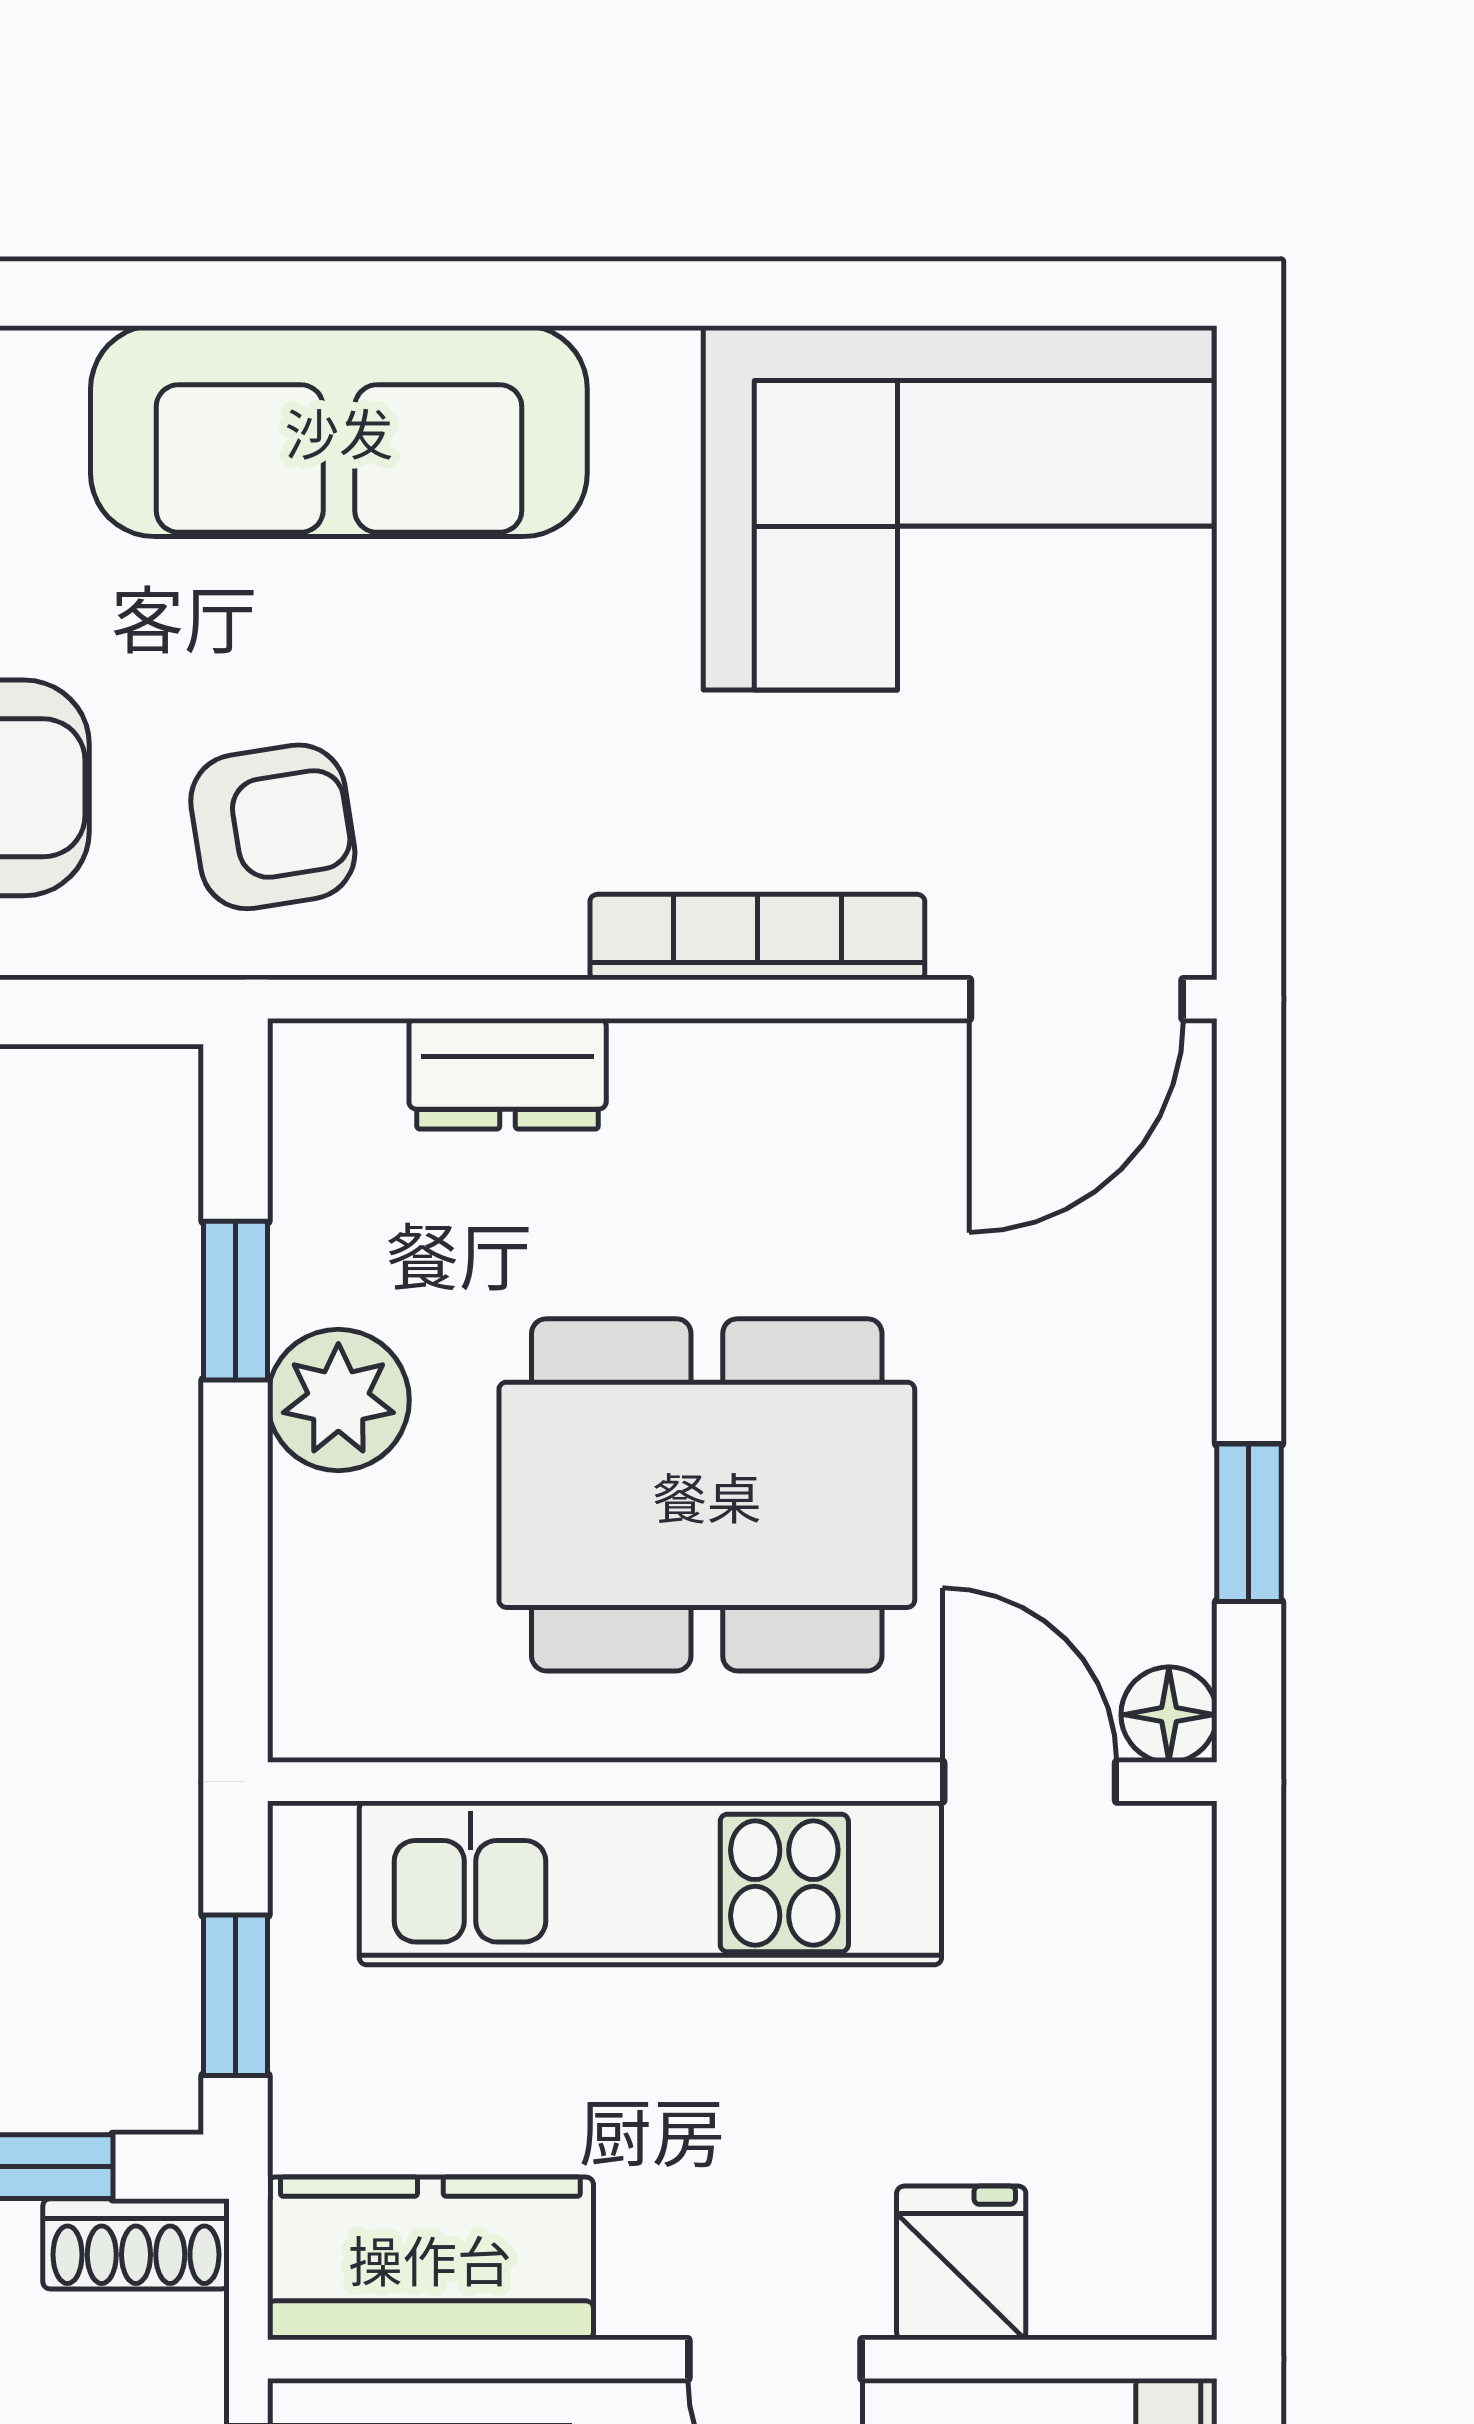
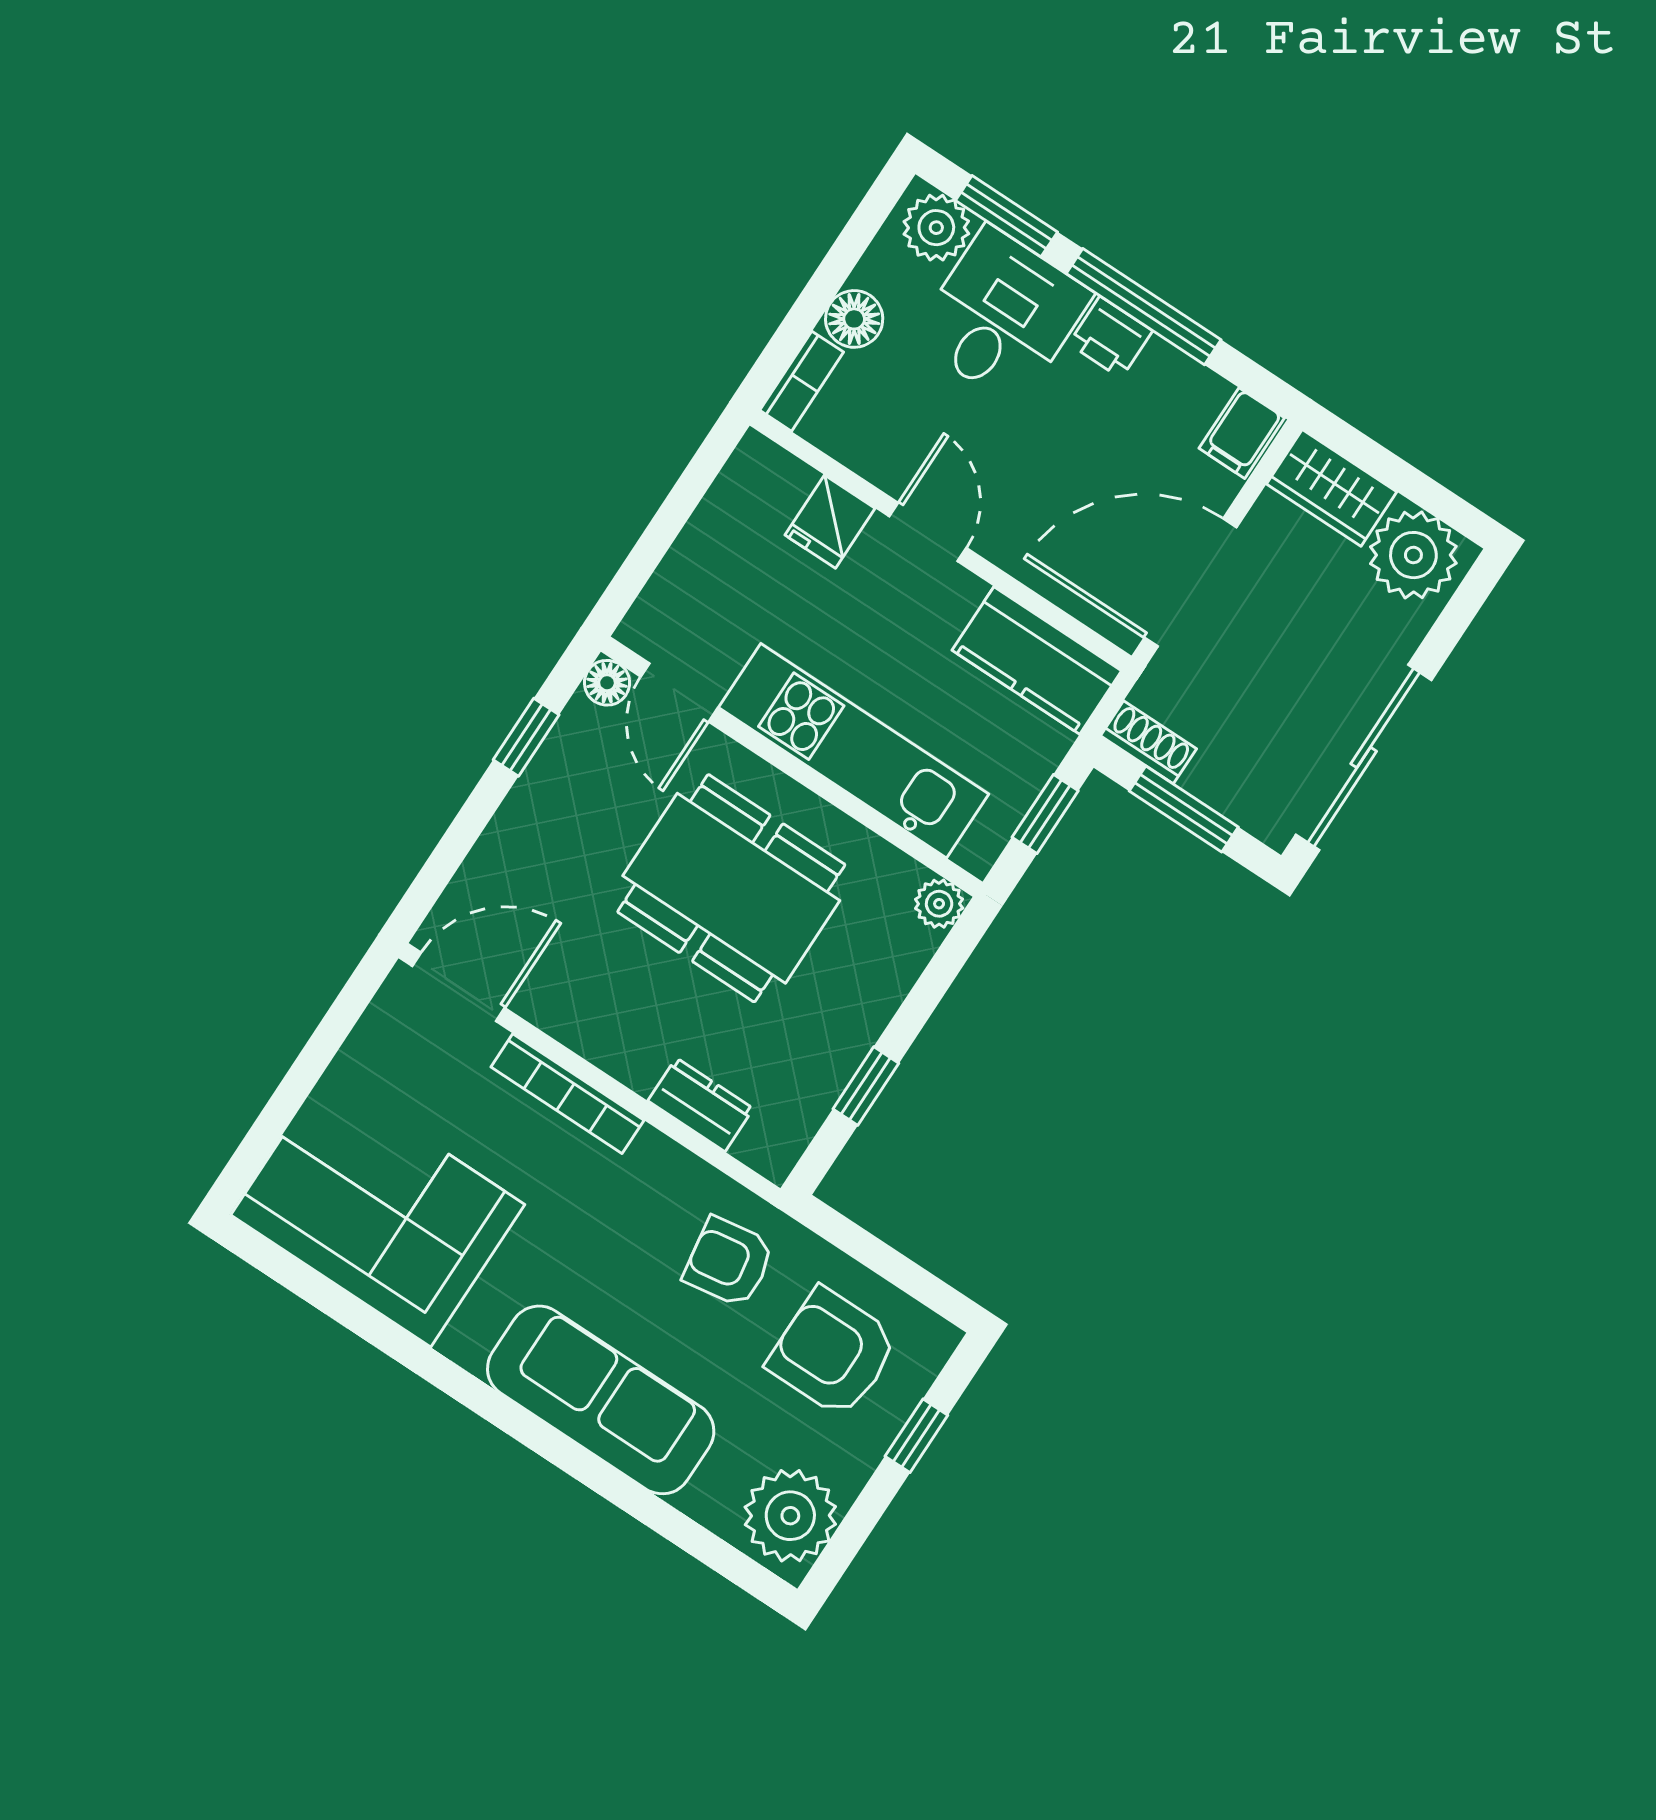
plant: (338, 1400) -> (939, 904), moved, width x0.73, depth x0.73

